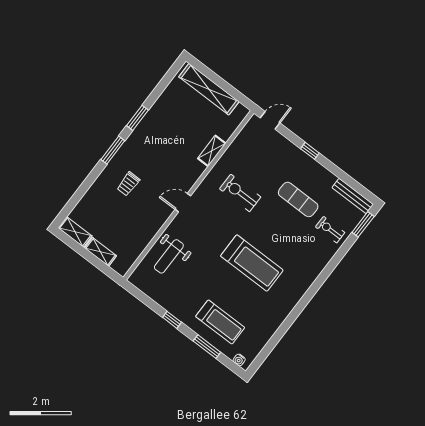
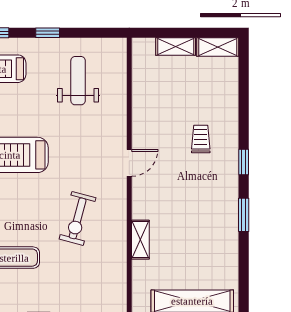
window: (113, 150) -> (244, 162), width x0.67
exercise bike: (240, 193) -> (78, 218), turned 105
weight bench: (169, 256) -> (78, 81), moved

